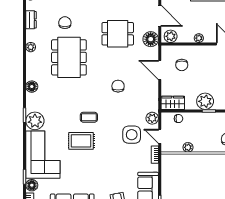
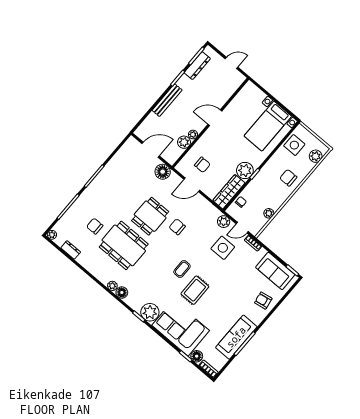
dining table: (118, 34) -> (150, 216), moved
plant: (171, 36) -> (184, 142), moved
plant: (31, 47) -> (112, 286), moved
wardrobe: (173, 103) -> (229, 192), width x1.50

